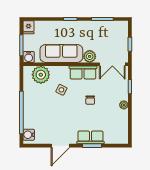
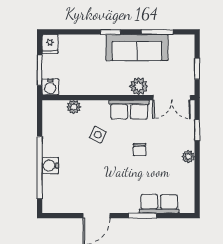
sofa: (61, 53) -> (137, 48), moved, turned 180
plant: (41, 75) -> (74, 107), width x0.53, depth x0.53
water cooler: (29, 135) -> (50, 166), moved
row of seats: (90, 137) -> (159, 204), moved

